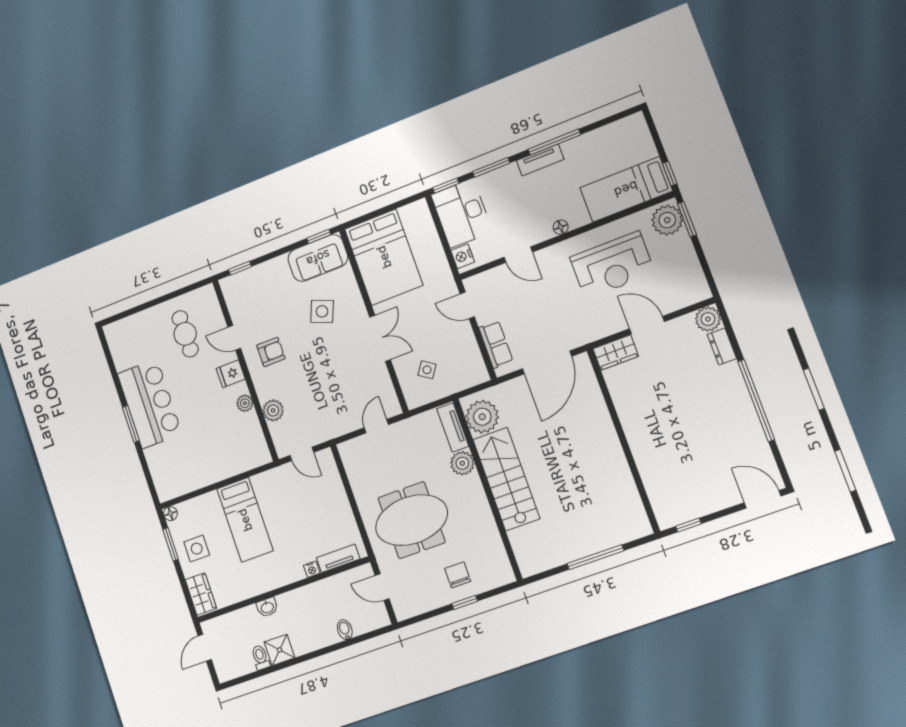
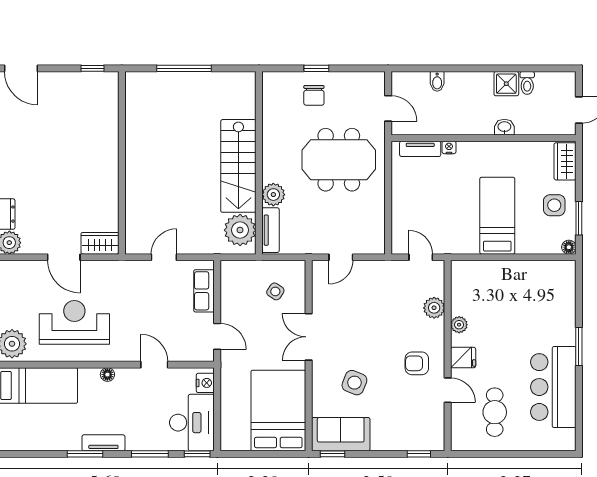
window: (554, 142) -> (85, 454), width x0.69
door: (547, 362) -> (164, 257), width x0.53
bar counter: (150, 404) -> (553, 387), moved

